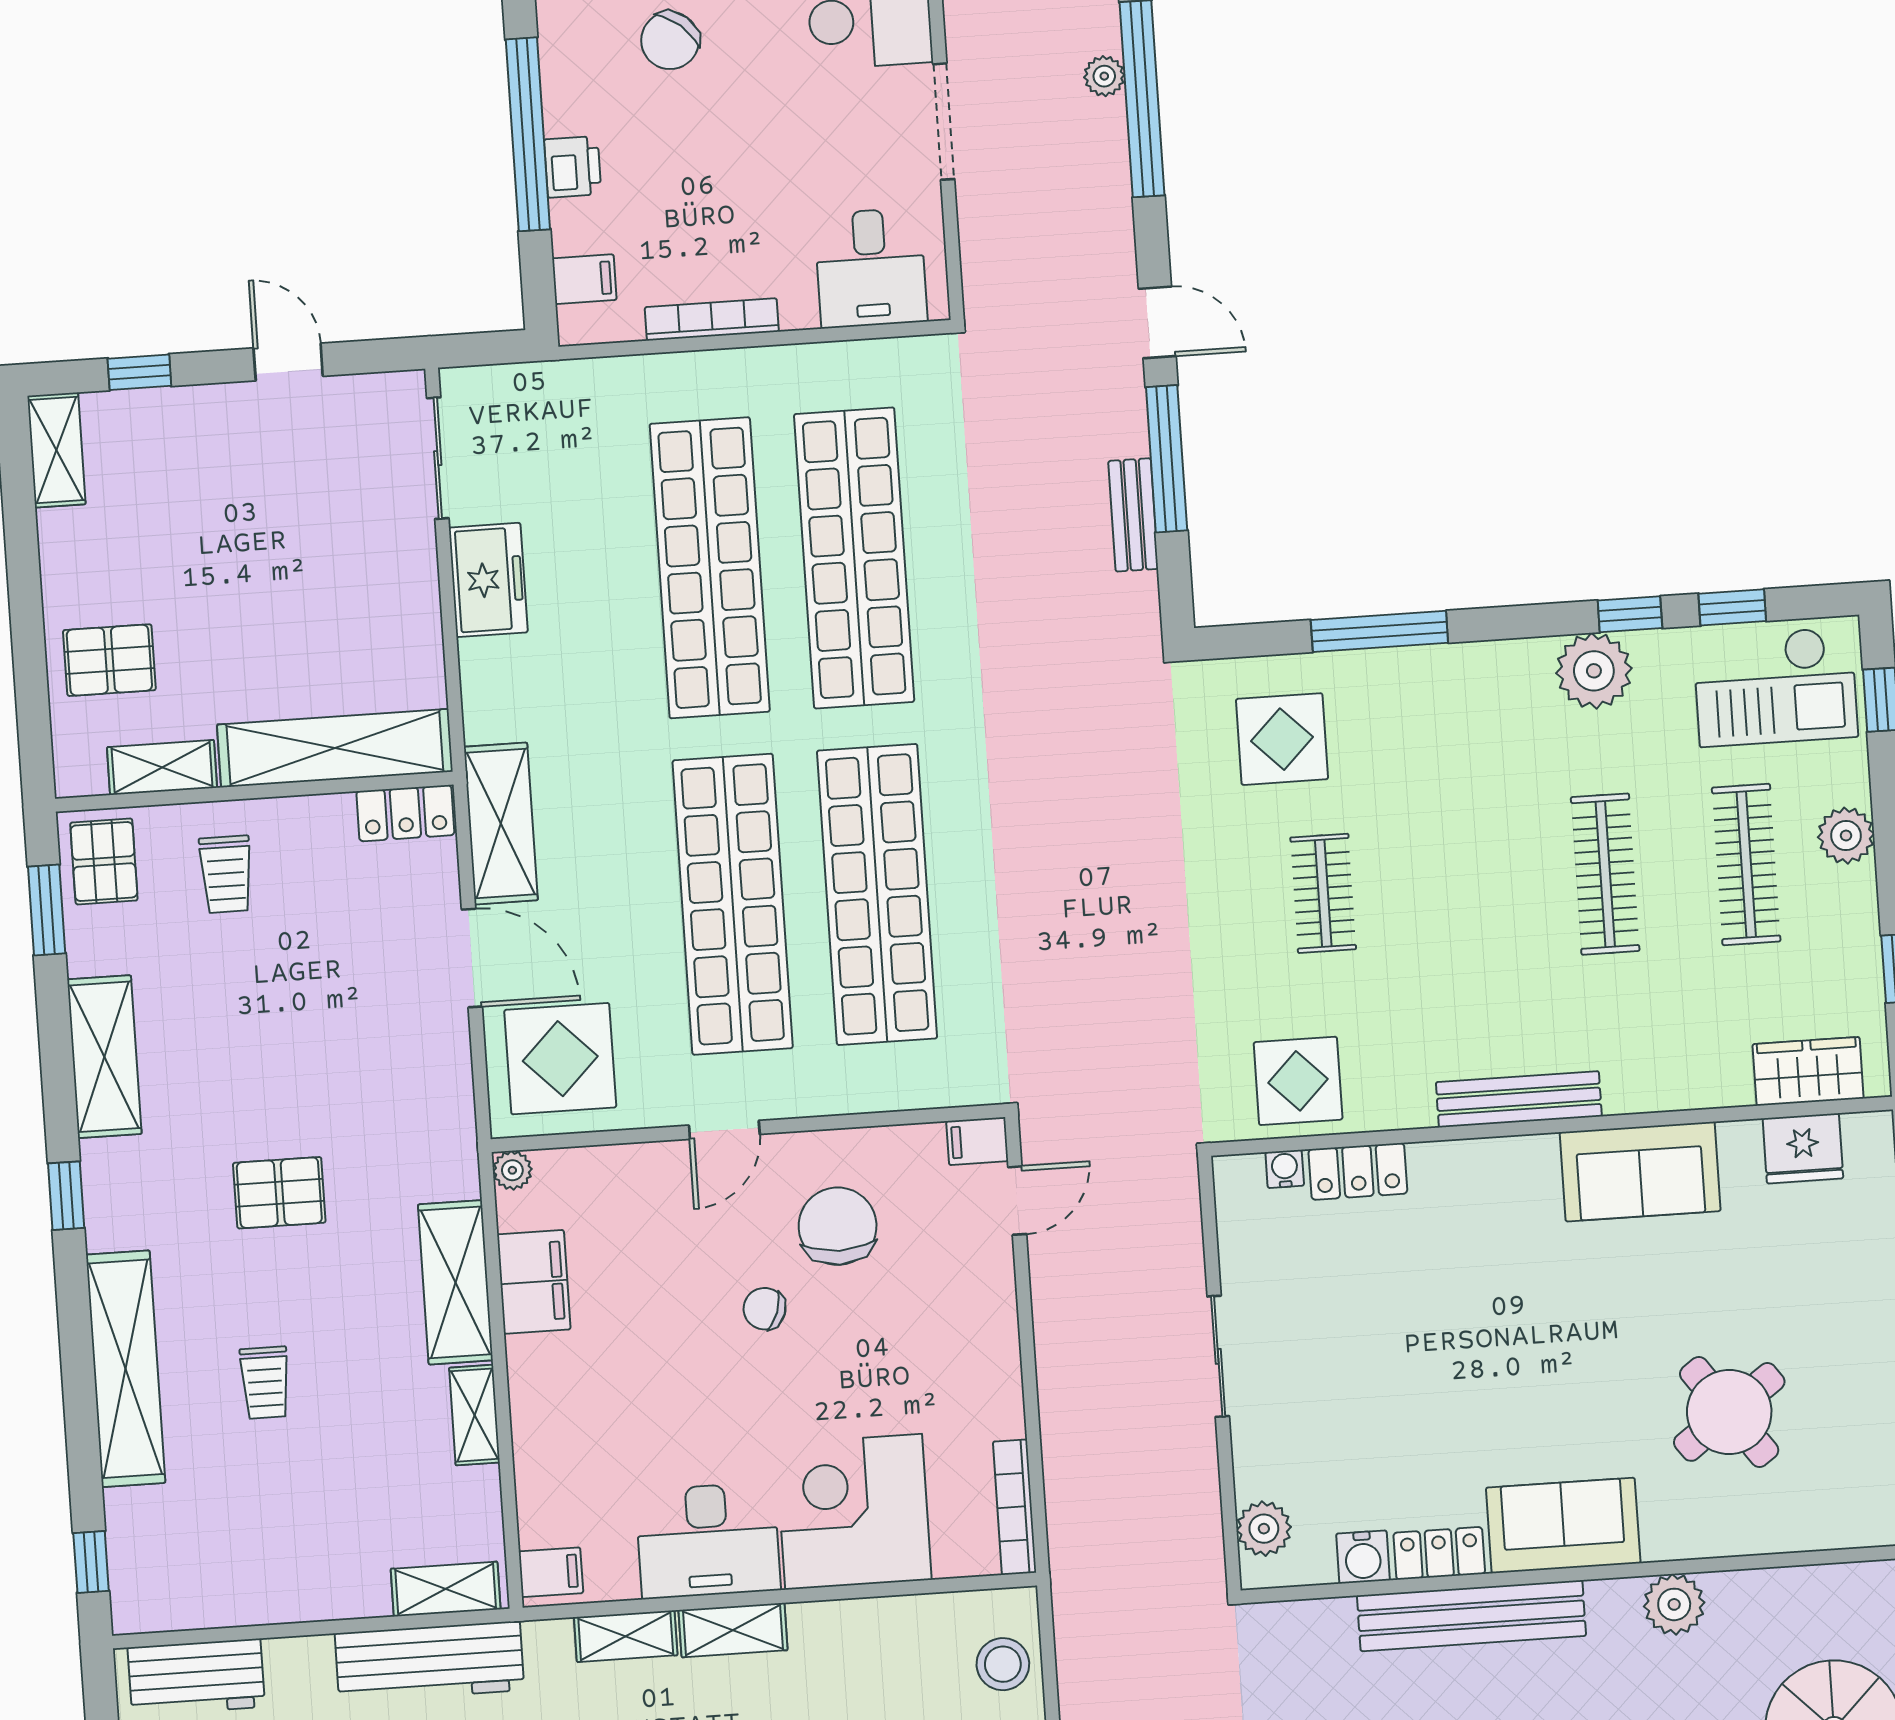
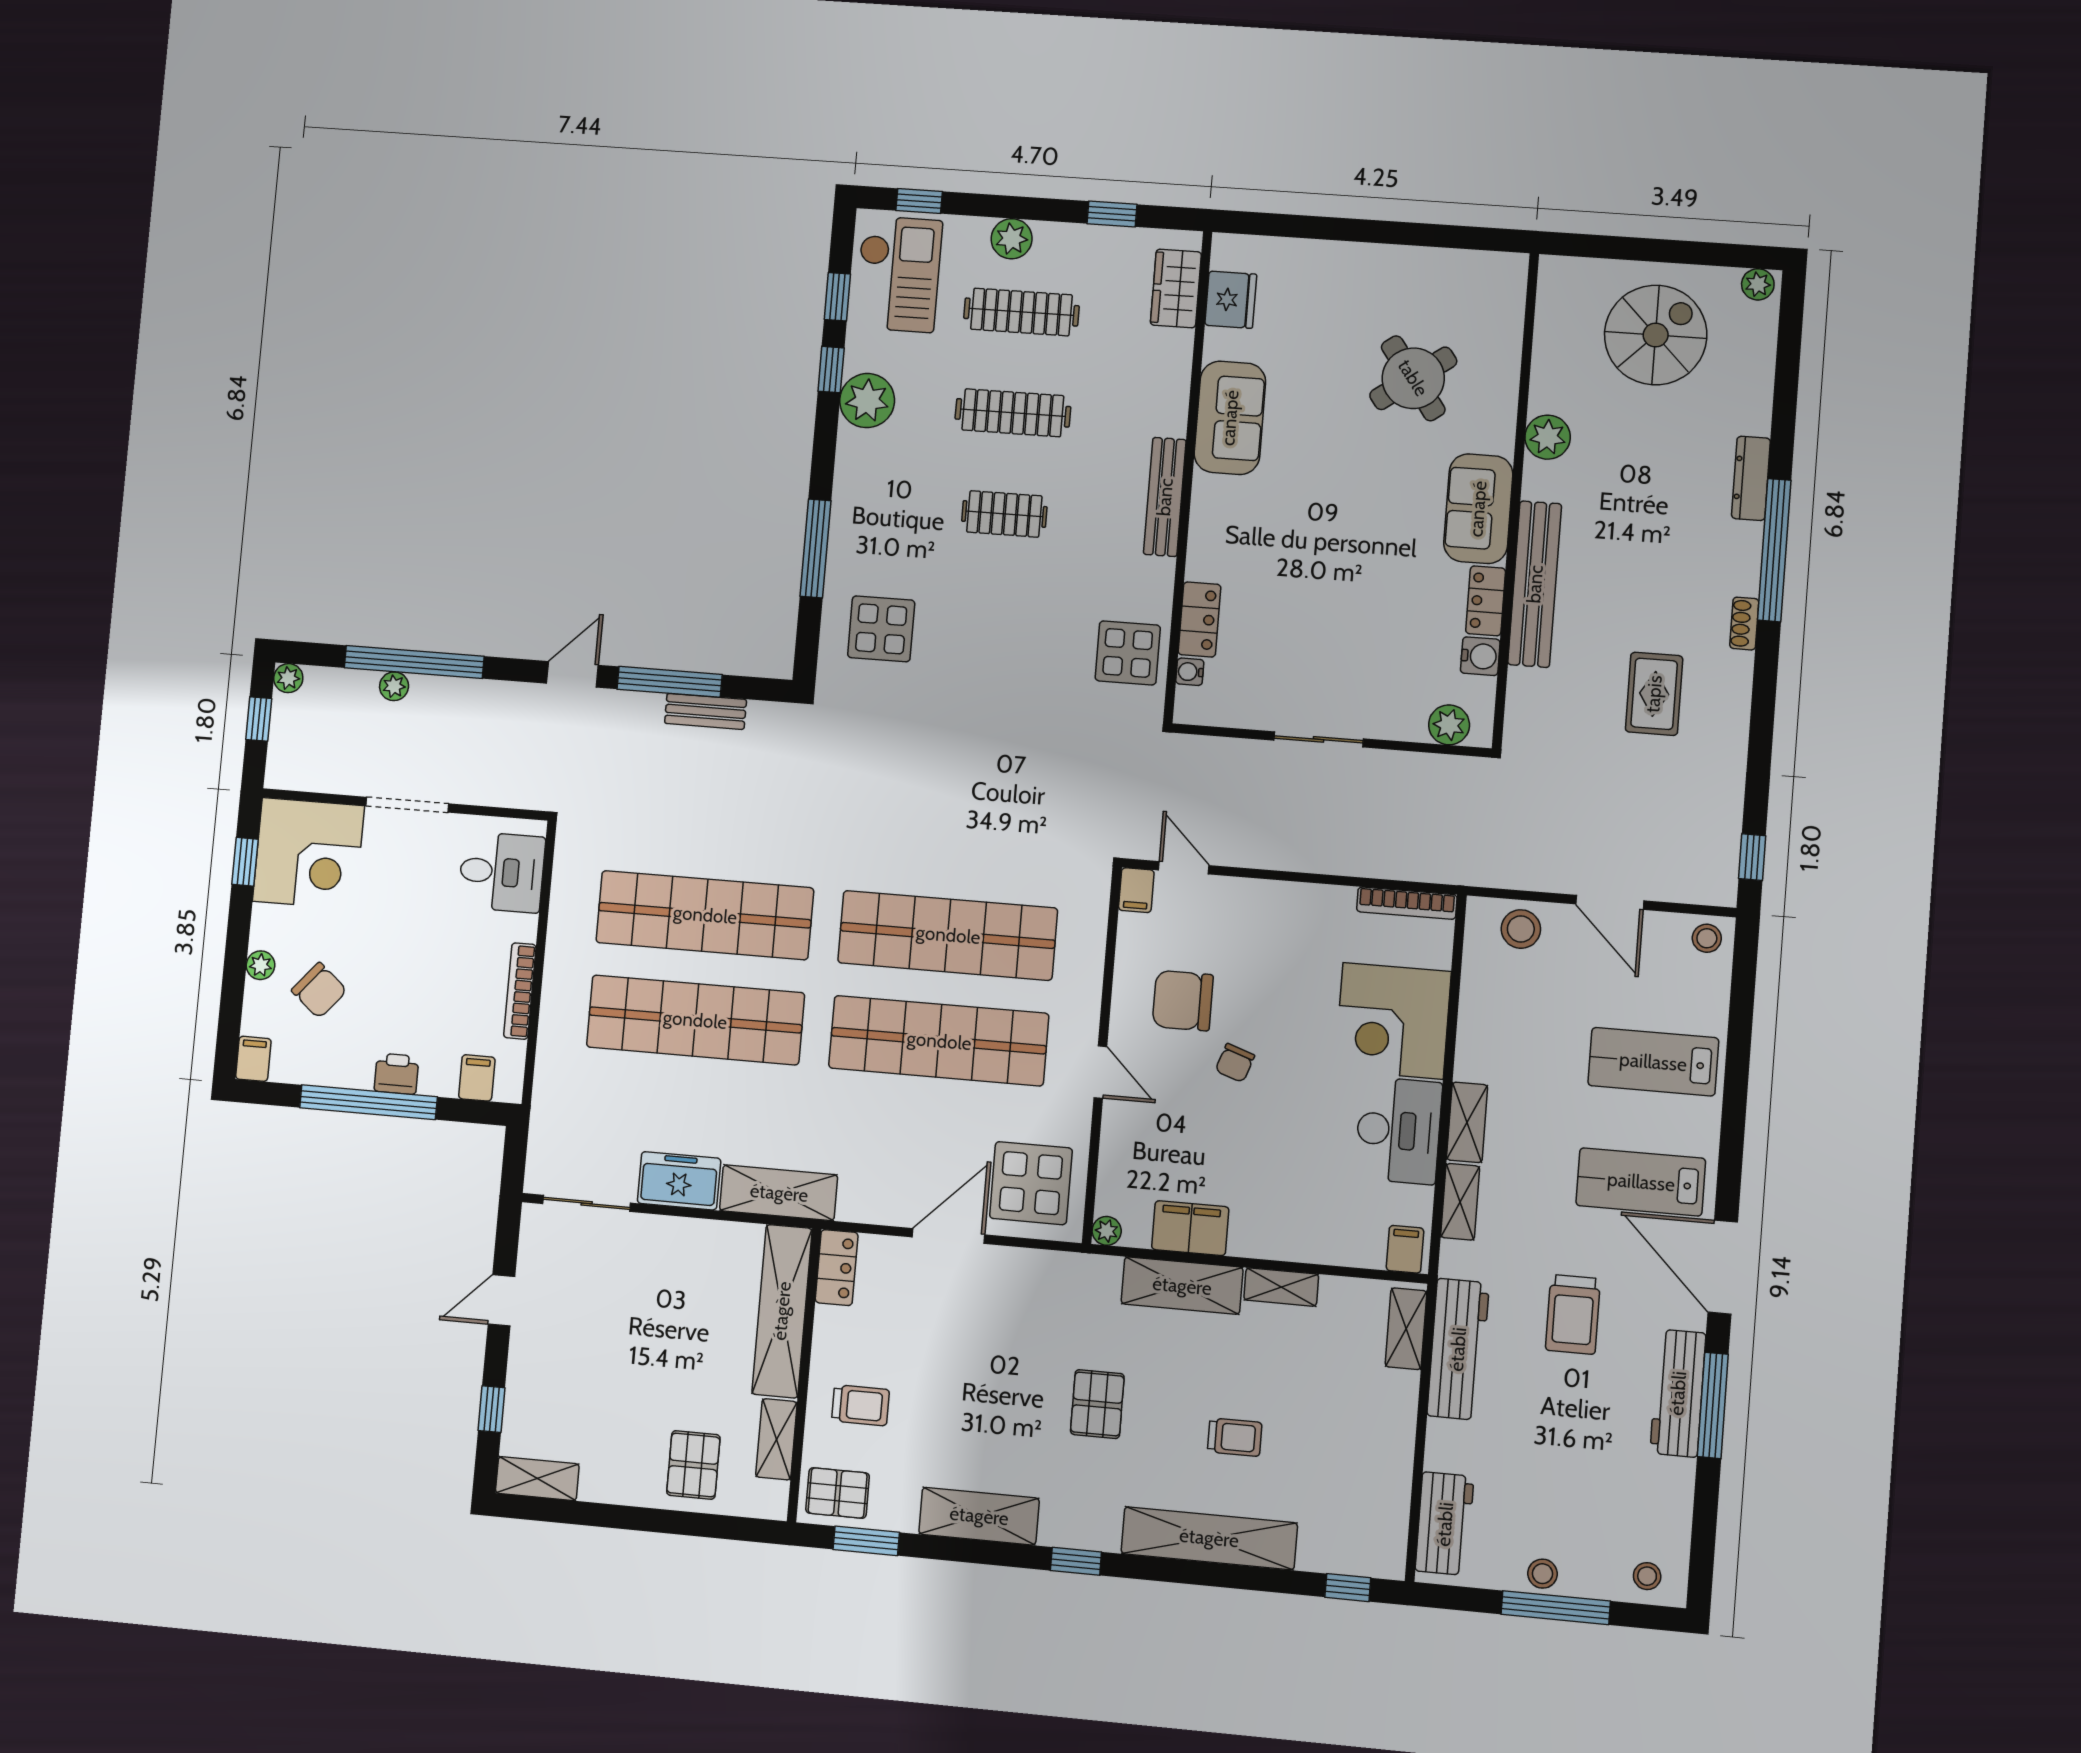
shelving: (501, 823) -> (779, 1193), moved
clothes rail: (1323, 893) -> (1004, 514), moved

